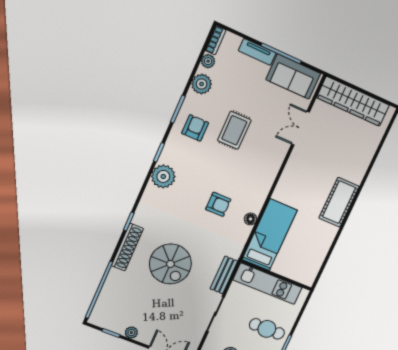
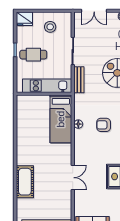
double door: (300, 128) -> (73, 178), moved
cot: (339, 202) -> (25, 182), moved

